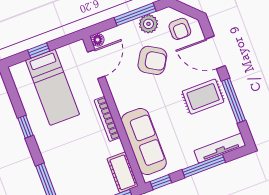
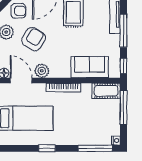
plant: (118, 85) -> (42, 71), added
sofa: (144, 141) -> (90, 67), width x0.73

